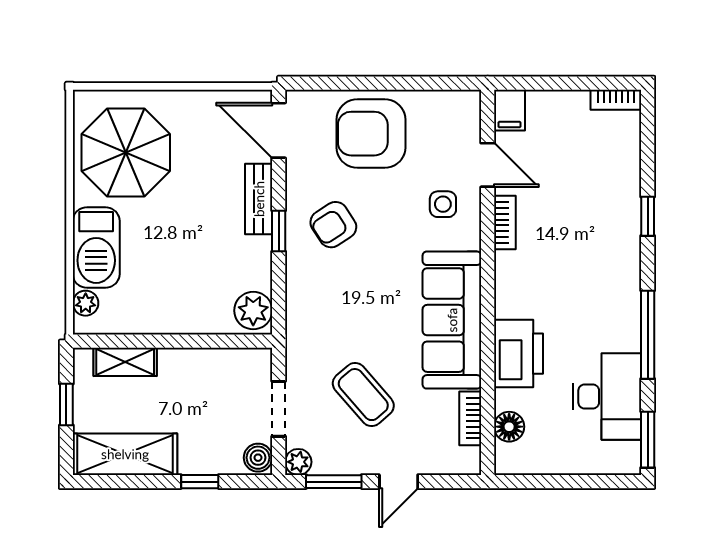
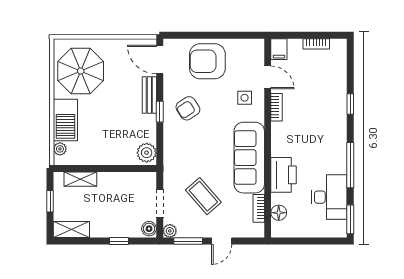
bookcase: (616, 100) -> (316, 44), moved
shelving: (125, 454) -> (71, 230), width x0.67, depth x0.75

